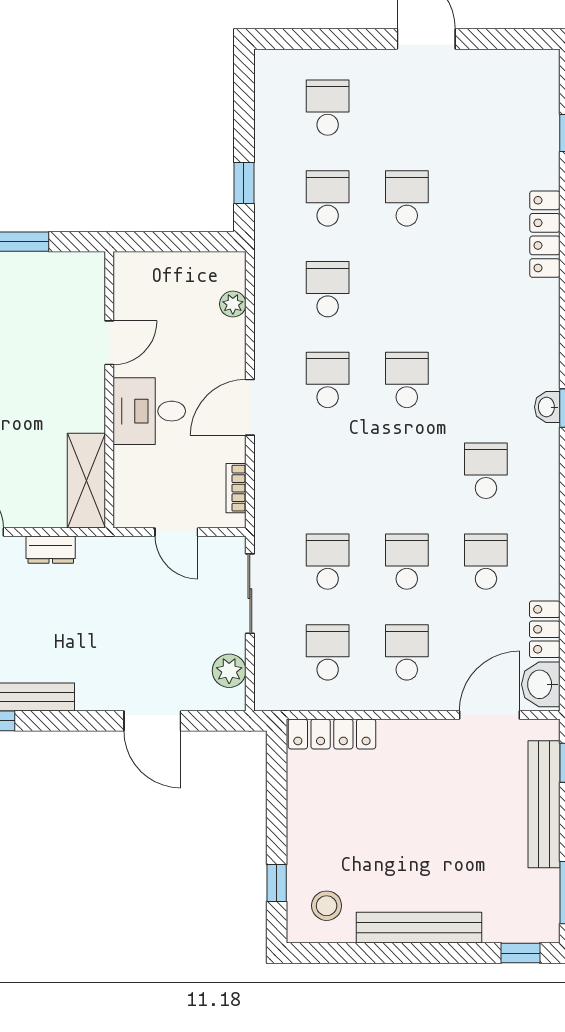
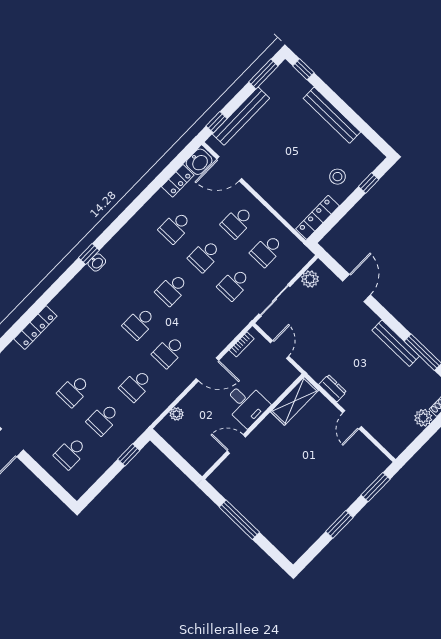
school desk: (486, 471) -> (172, 289), moved
locker: (332, 734) -> (317, 217), moved, turned -90
stool: (327, 906) -> (337, 177), moved

